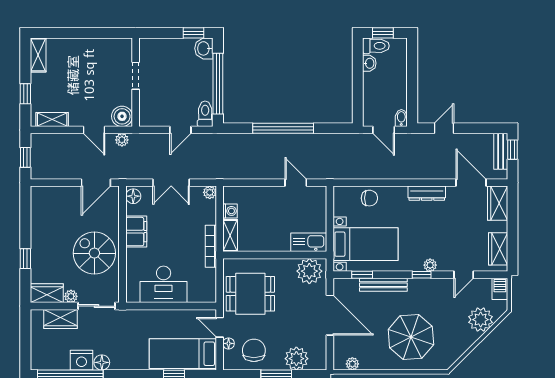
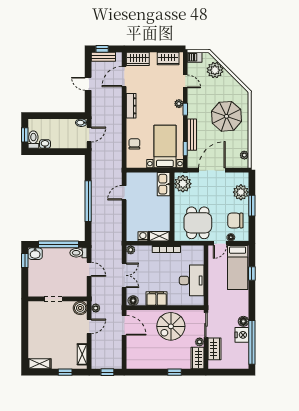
door: (444, 128) -> (88, 84), moved

